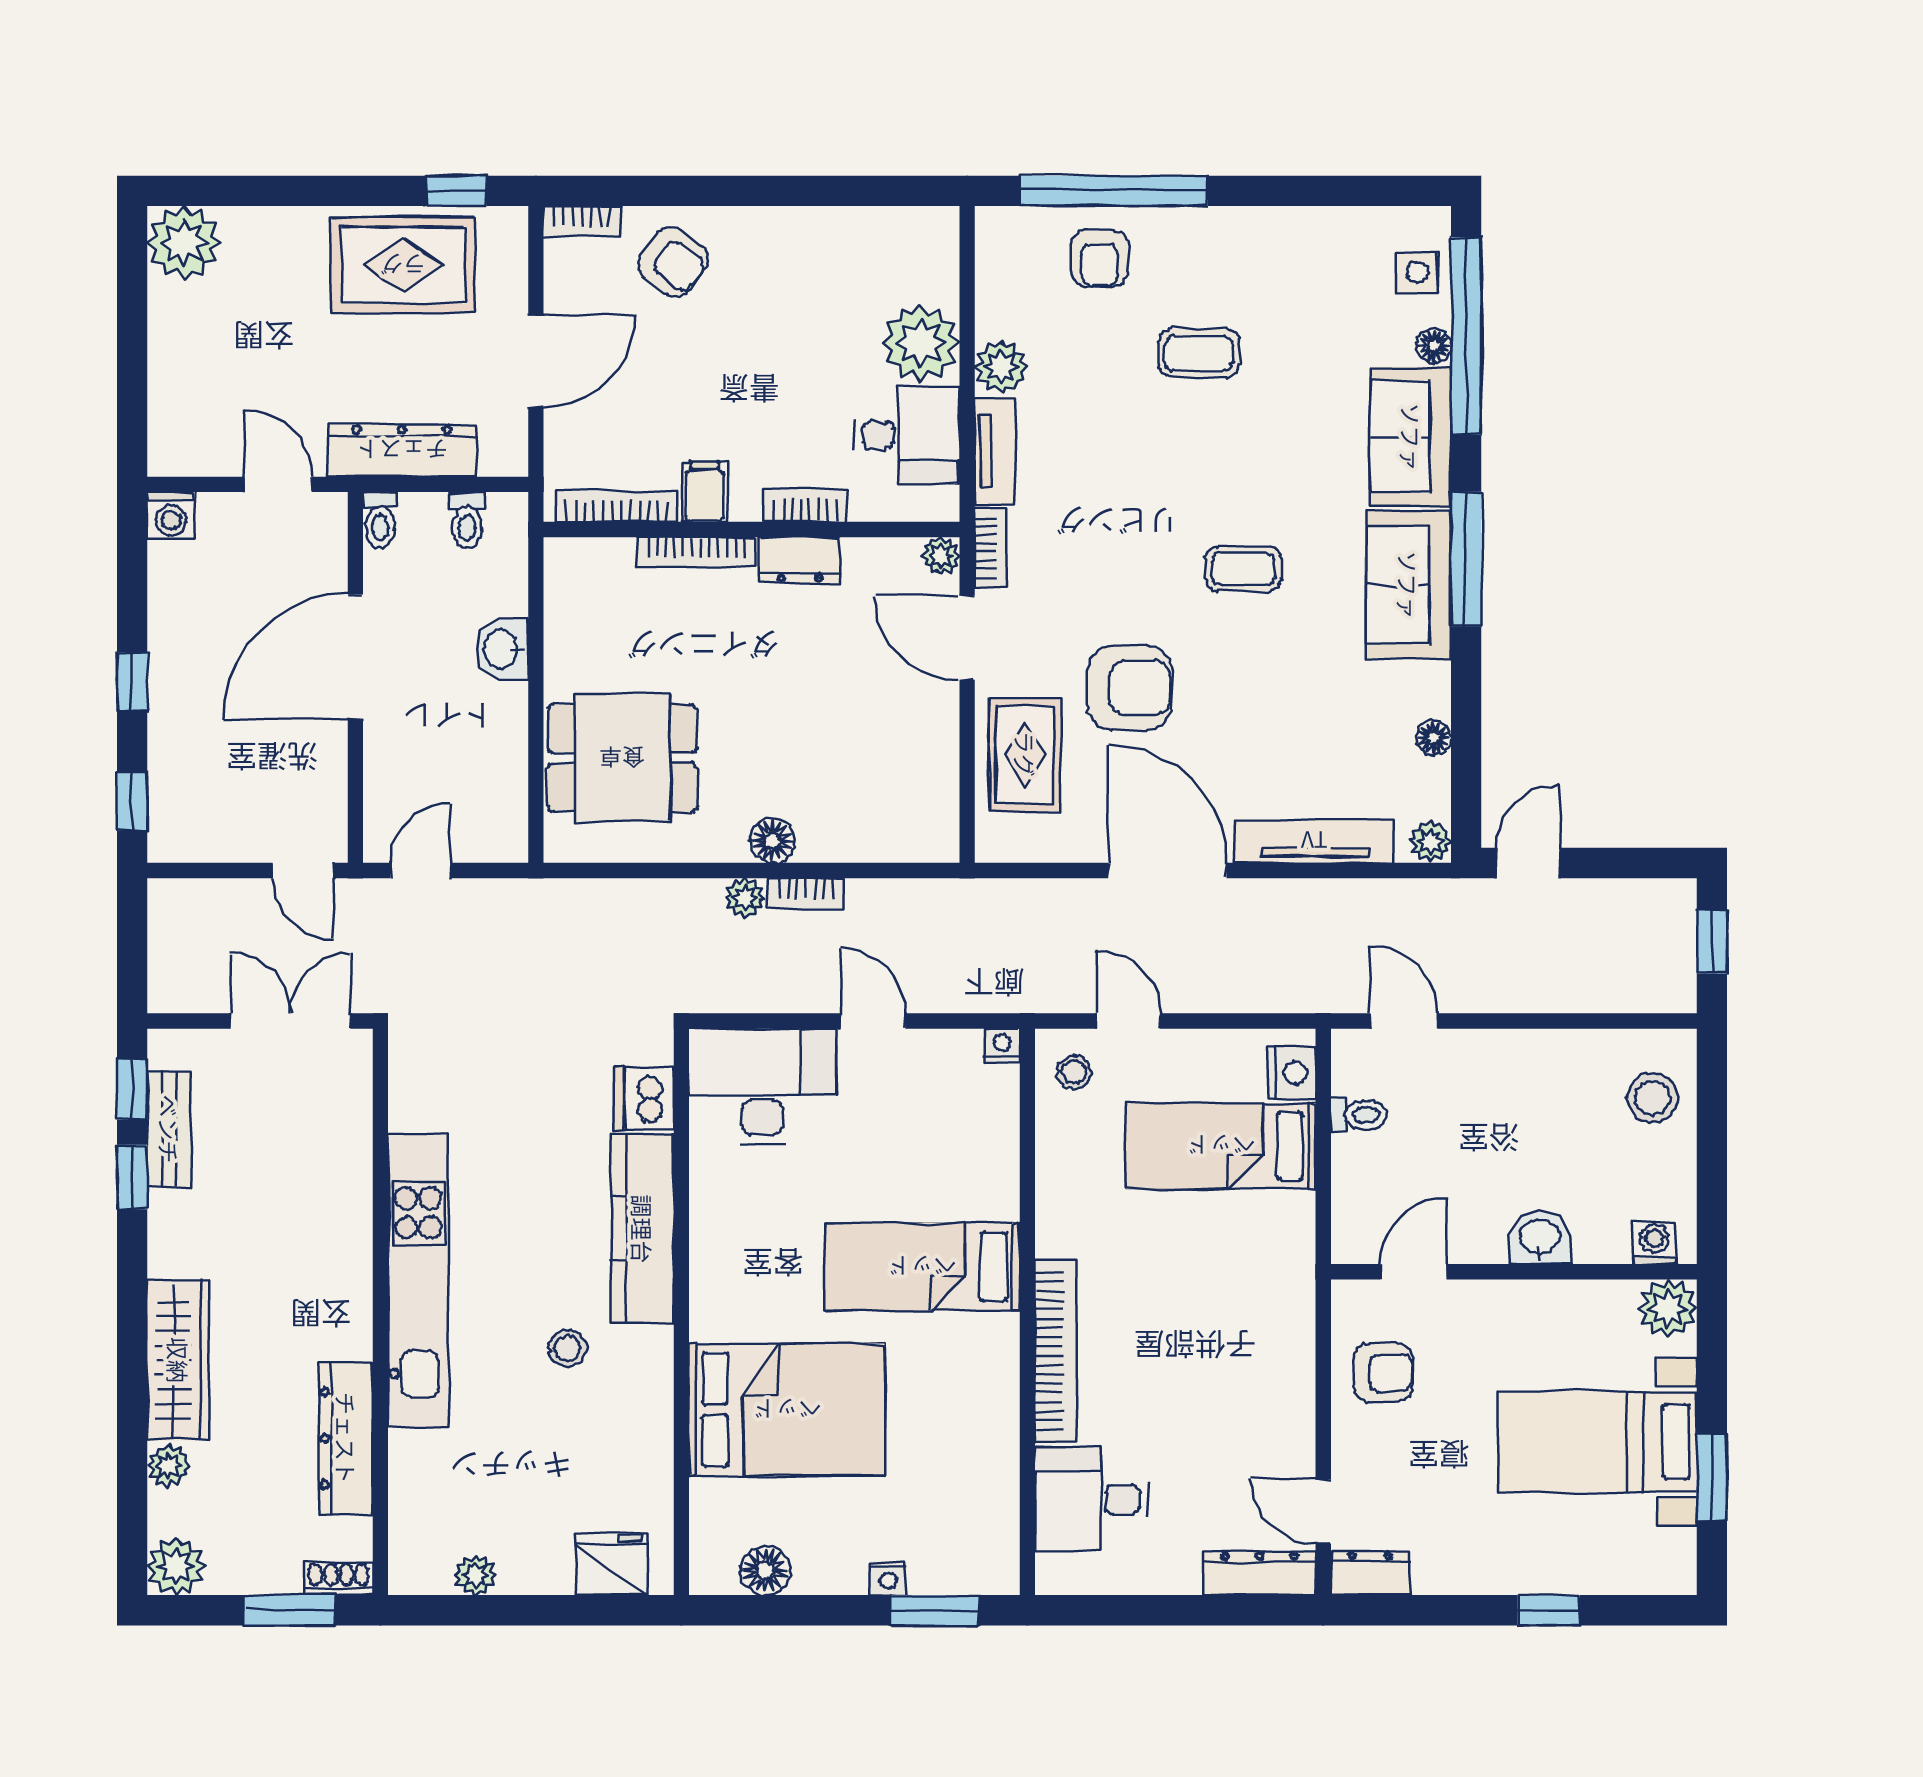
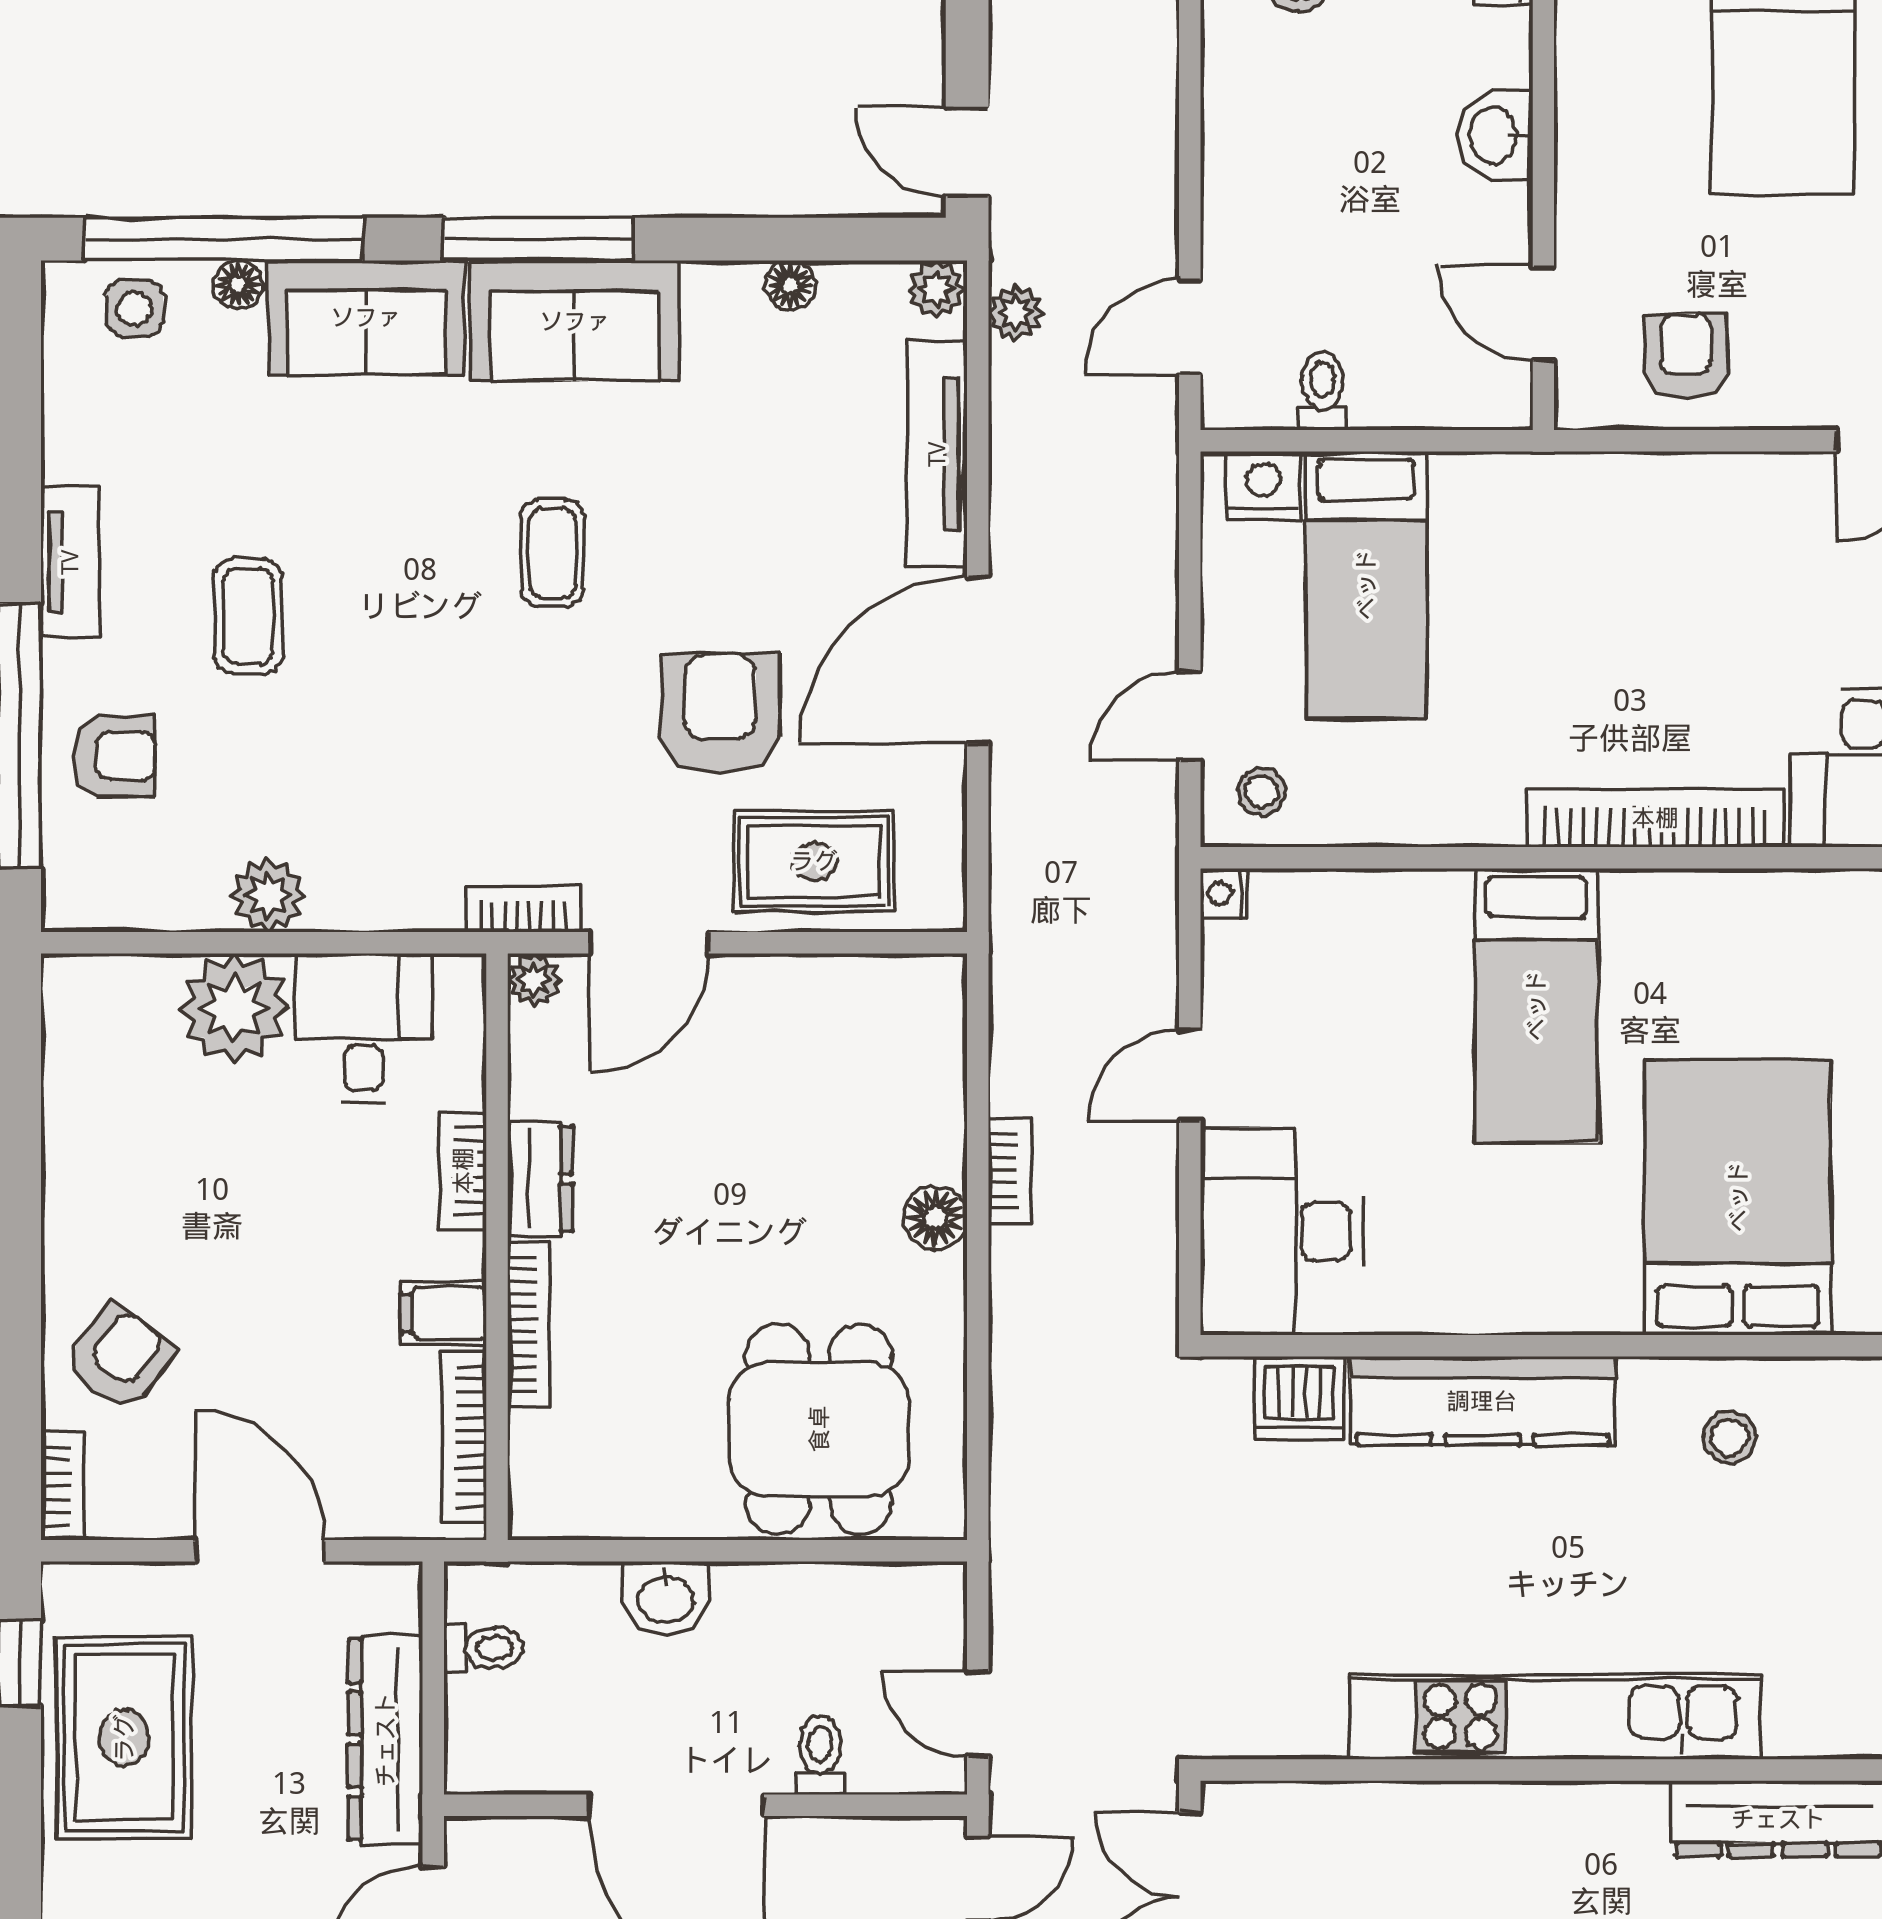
tv unit: (995, 450) -> (70, 562), moved, turned 90
toilet: (380, 520) -> (820, 1755), moved, turned -90
plant: (745, 898) -> (1016, 313), moved
stool: (567, 1348) -> (1729, 1437), moved

